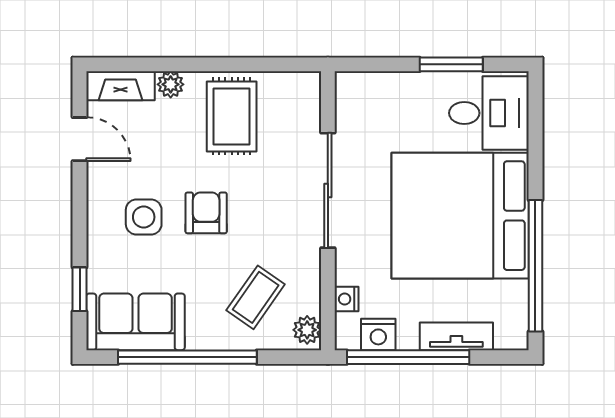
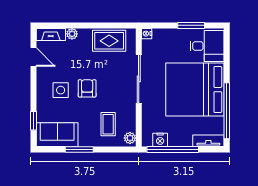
rug: (232, 116) -> (109, 41), moved, turned 90
coffee table: (256, 297) -> (108, 124), turned -35
nightstand: (346, 299) -> (147, 34), moved
tv unit: (456, 336) -> (208, 141), moved
window: (187, 357) -> (79, 150), width x0.47

